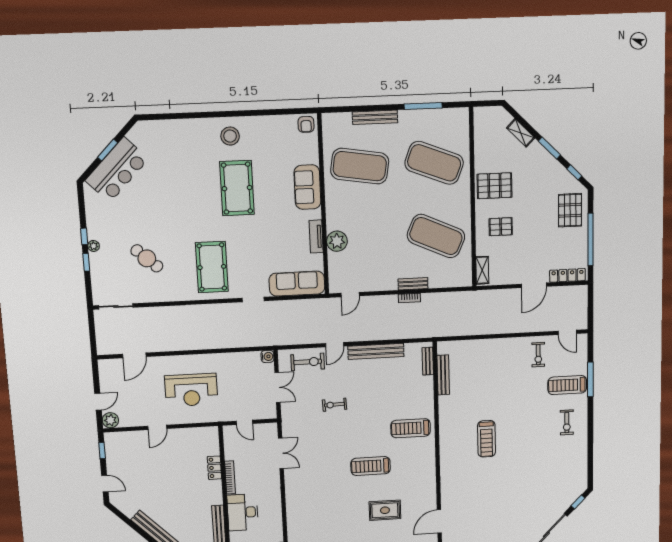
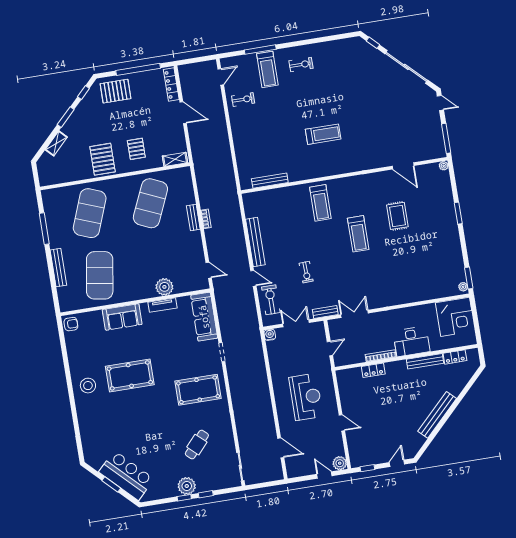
plant: (94, 246) -> (187, 486), width x1.88, depth x1.88
bench: (428, 361) -> (325, 312), moved

